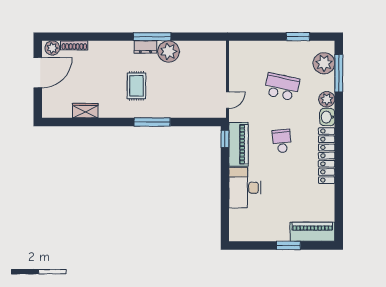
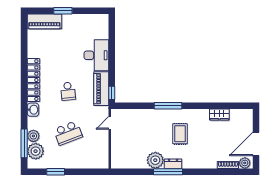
school desk: (282, 87) -> (68, 133), turned -33
plant: (327, 99) -> (33, 136), moved

